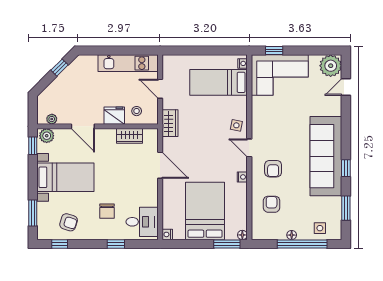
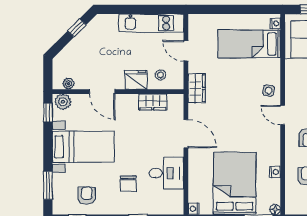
nightstand: (242, 177) -> (275, 172), moved
armchair: (69, 222) -> (87, 196), turned -108
desk: (142, 222) -> (166, 173), moved

